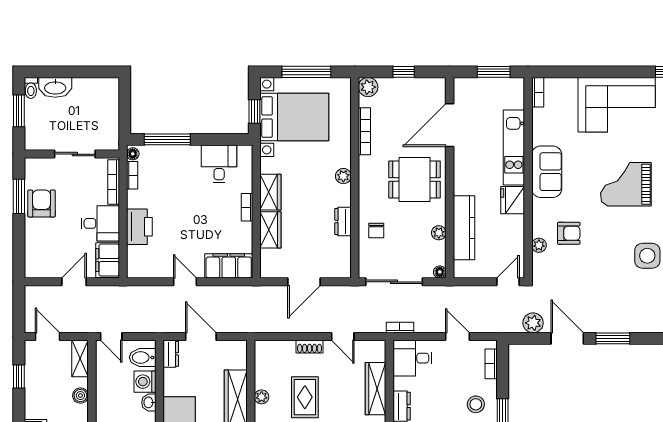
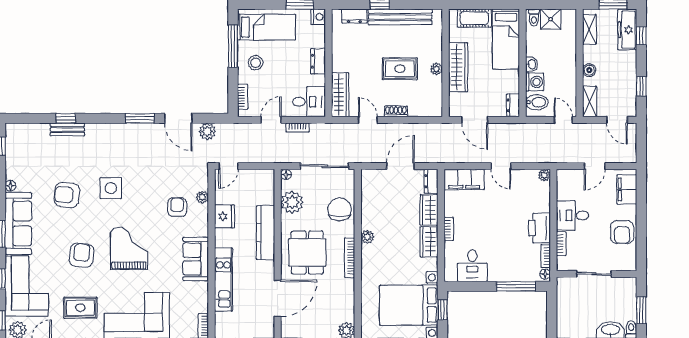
bookcase: (364, 131) -> (350, 258), moved
plant: (343, 176) -> (367, 237), moved
dining table: (414, 179) -> (307, 252), turned 90
bookcase: (114, 182) -> (561, 244), width x0.64
grand piano: (626, 184) -> (129, 248), turned -90
window: (19, 196) -> (641, 238), removed
fridge: (513, 200) -> (224, 216), moved
dresser: (343, 222) -> (431, 181), moved, turned 180
printer: (139, 227) -> (539, 228), moved
kitchen counter: (464, 228) -> (266, 233), moved
chair: (376, 231) -> (340, 209), width x1.87, depth x1.87
plant: (439, 233) -> (292, 202), width x1.87, depth x1.87
armchair: (569, 233) -> (177, 207), turned 90
filing cabinet: (108, 260) -> (627, 189), moved, turned 180
plant: (134, 271) -> (544, 175), added
bookcase: (400, 327) -> (298, 128), moved
door: (201, 337) -> (475, 120), moved
door: (457, 337) -> (271, 120), swing flipped
wardrobe: (376, 389) -> (340, 95), moved
rug: (305, 397) -> (400, 69), turned 90

